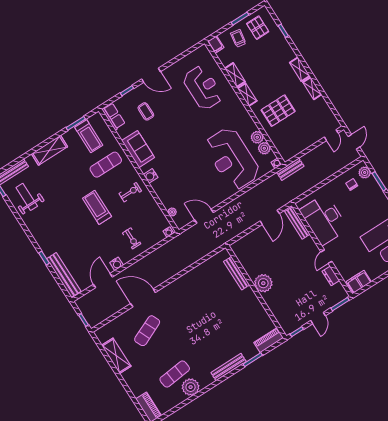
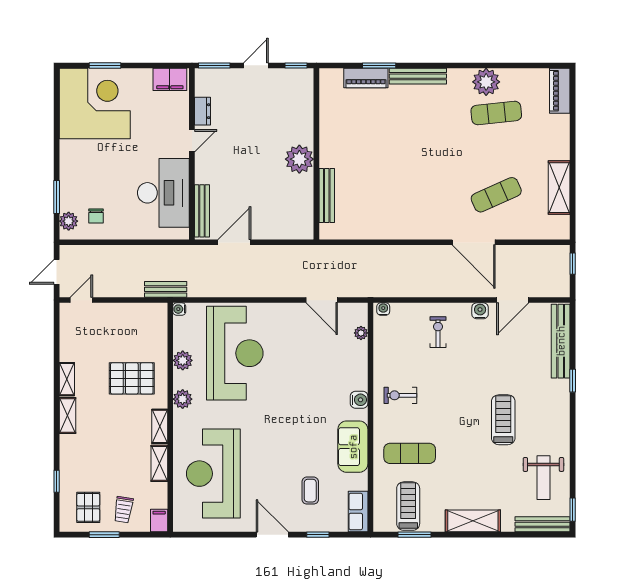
reception desk: (203, 88) -> (213, 474), width x1.36, depth x1.30
plant: (264, 148) -> (183, 399), moved
treadmill: (97, 207) -> (503, 420), moved, turned 180
piano: (269, 340) -> (366, 78), moved

